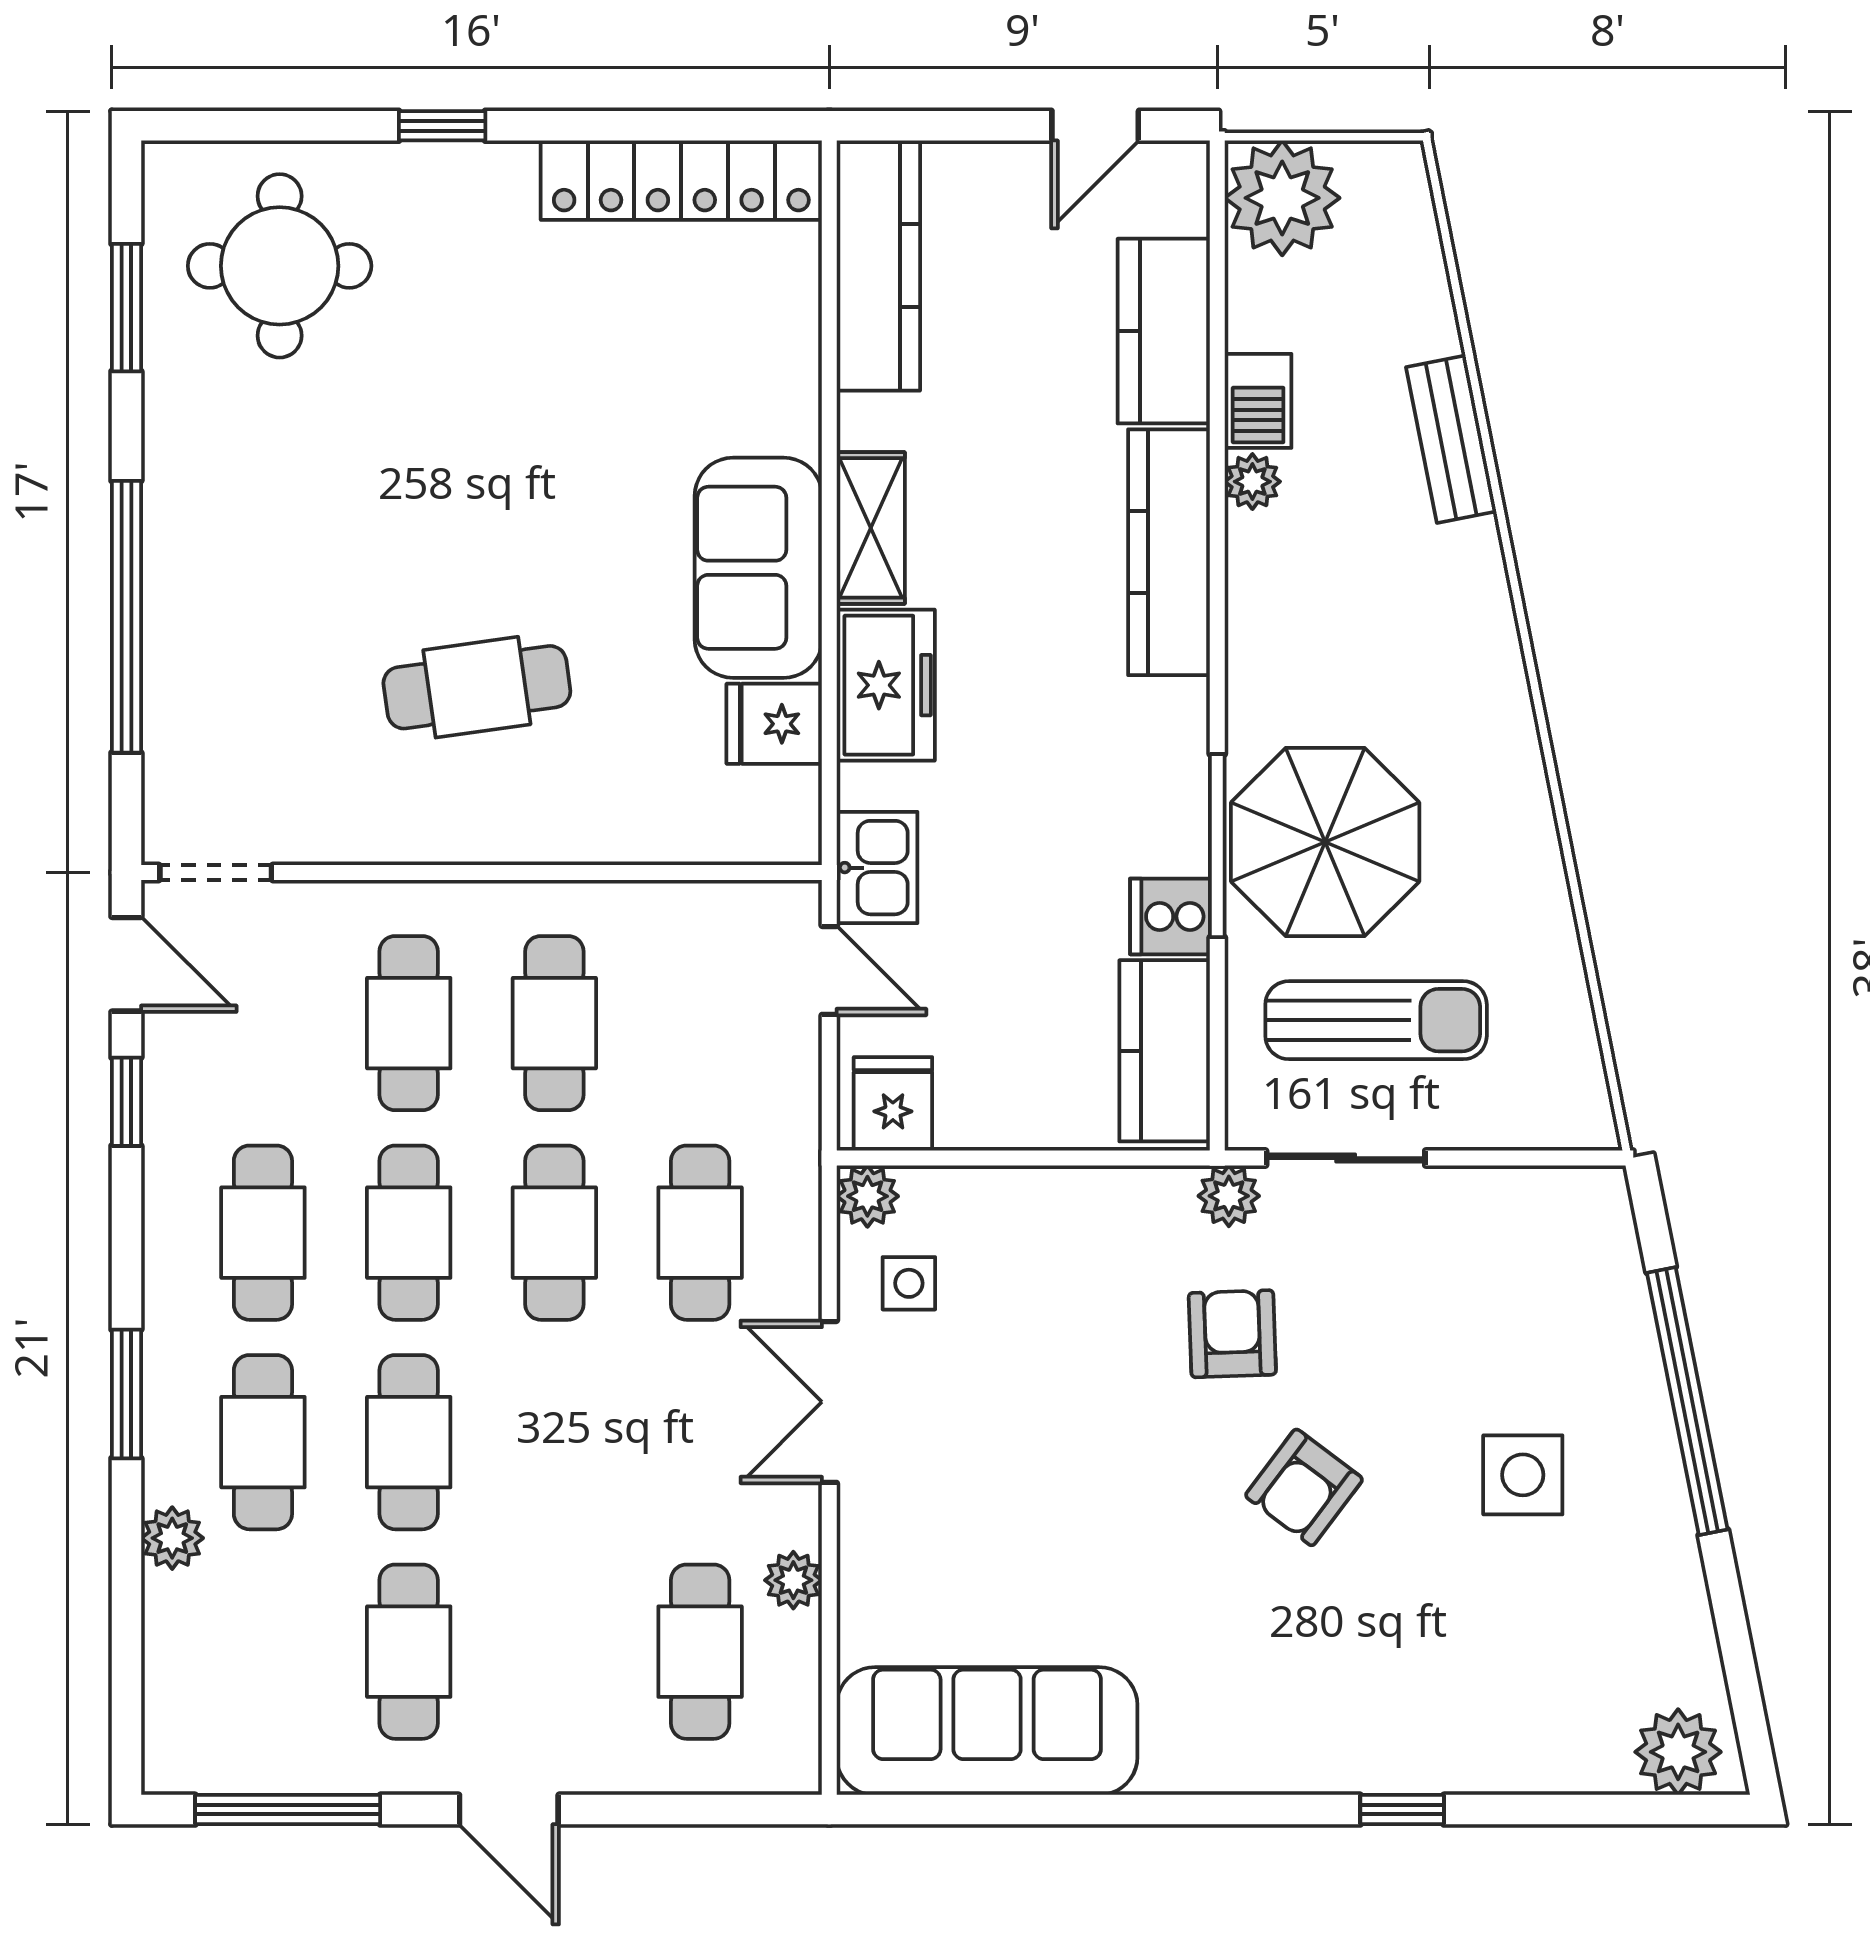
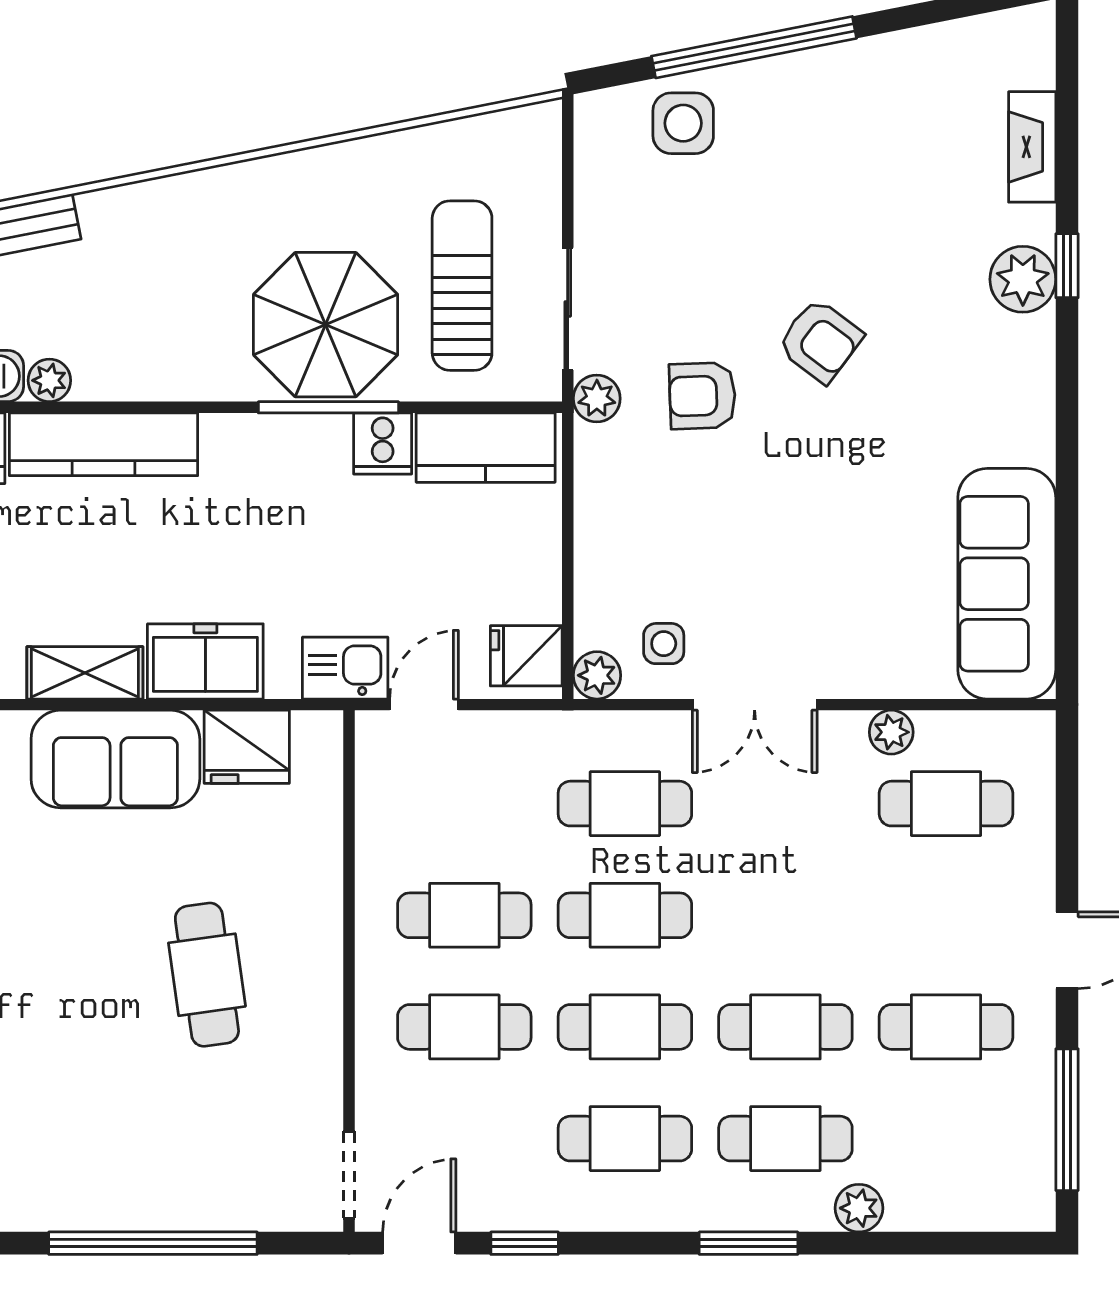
fridge: (774, 724) -> (247, 747), width x1.38
side table: (1523, 1475) -> (683, 123), moved
plant: (1678, 1752) -> (1023, 279), moved
fireplace: (1557, 1764) -> (1032, 147), added

